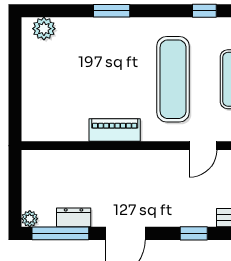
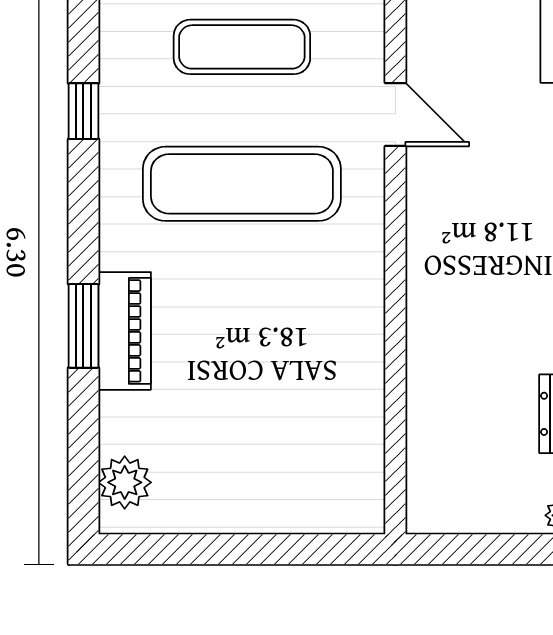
piano: (115, 130) -> (125, 331), moved, turned 180

